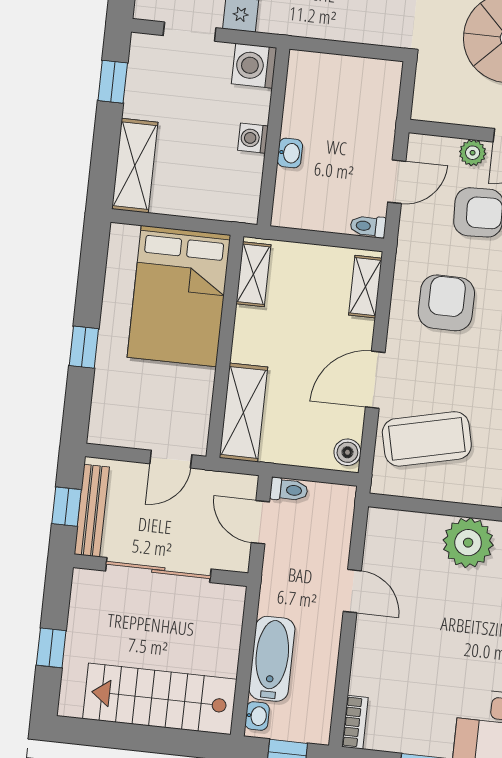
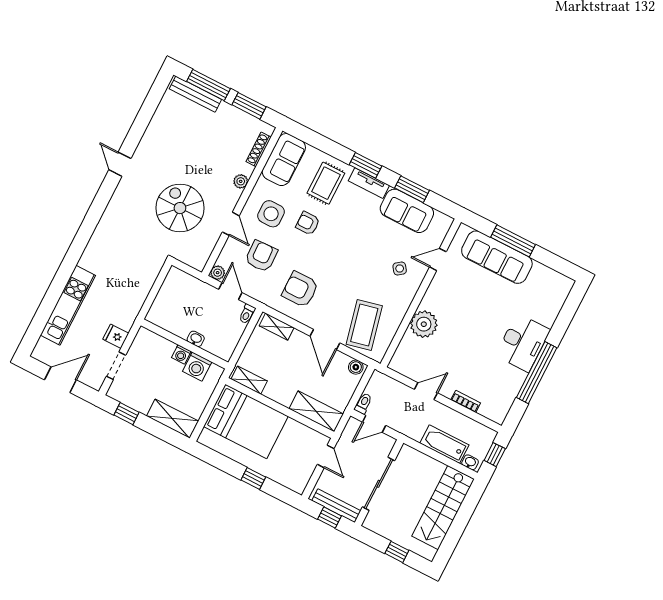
washing machine: (254, 66) -> (197, 367), moved
plant: (473, 153) -> (218, 273), moved
bookcase: (355, 722) -> (466, 401), moved

